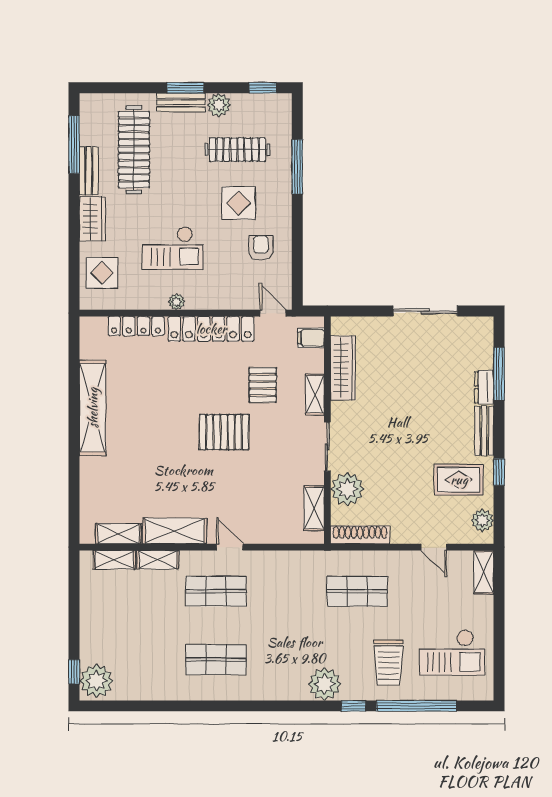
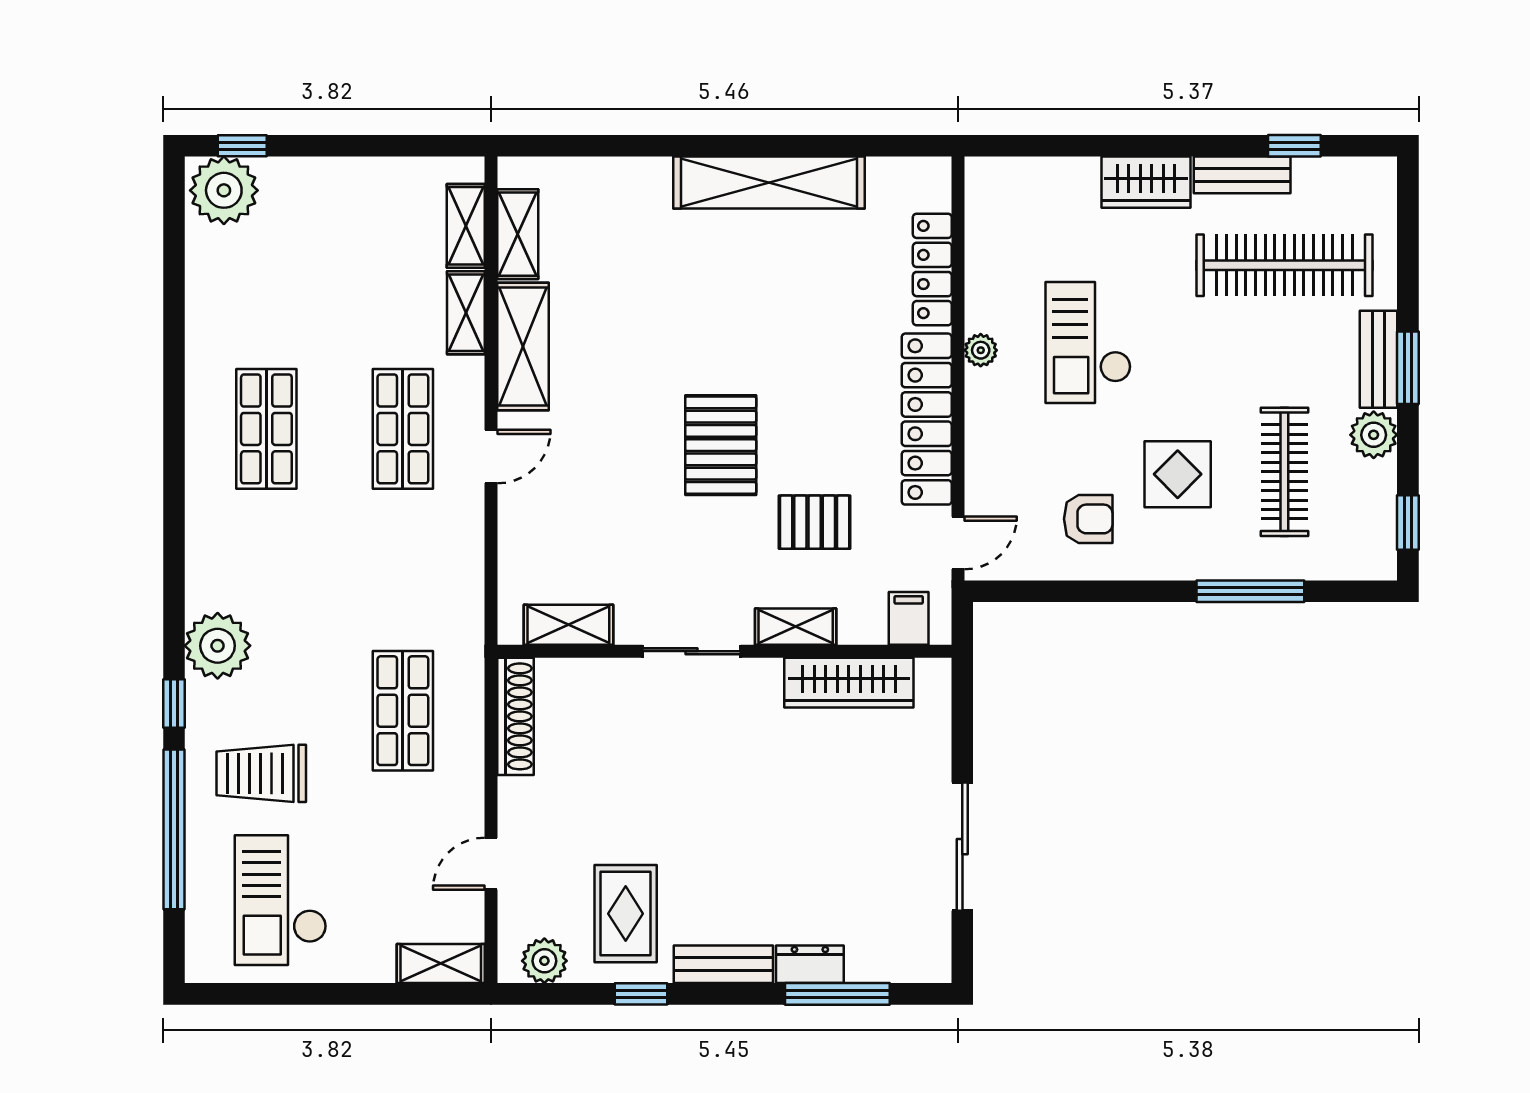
window: (74, 145) -> (1294, 146), width x0.46
display table: (102, 273) -> (1038, 202), removed
plant: (347, 489) -> (607, 691), removed

